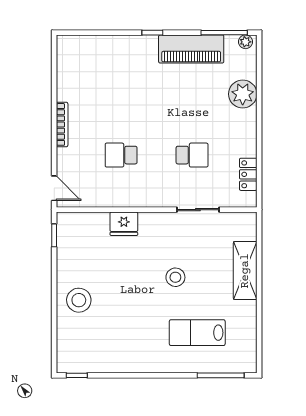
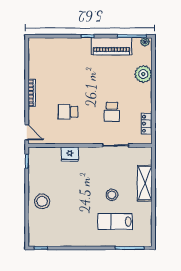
school desk: (192, 155) -> (112, 112), turned 90
stool: (175, 277) -> (112, 195), moved

